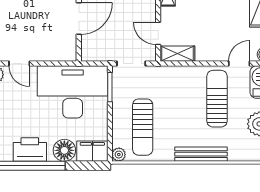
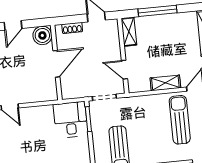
shelving: (177, 54) -> (165, 83), moved
desk: (73, 92) -> (71, 120), width x0.53, depth x0.77

